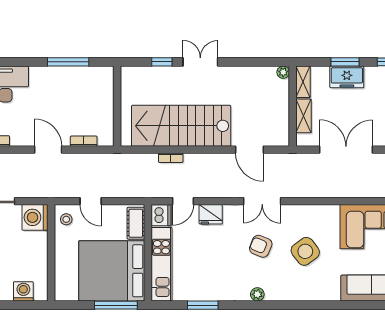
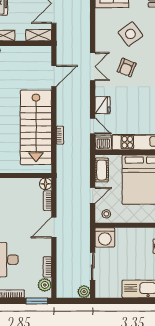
shelving: (304, 116) -> (39, 35), moved
floor lamp: (106, 139) -> (46, 184), added
cot: (136, 223) -> (102, 170), moved, turned 90

